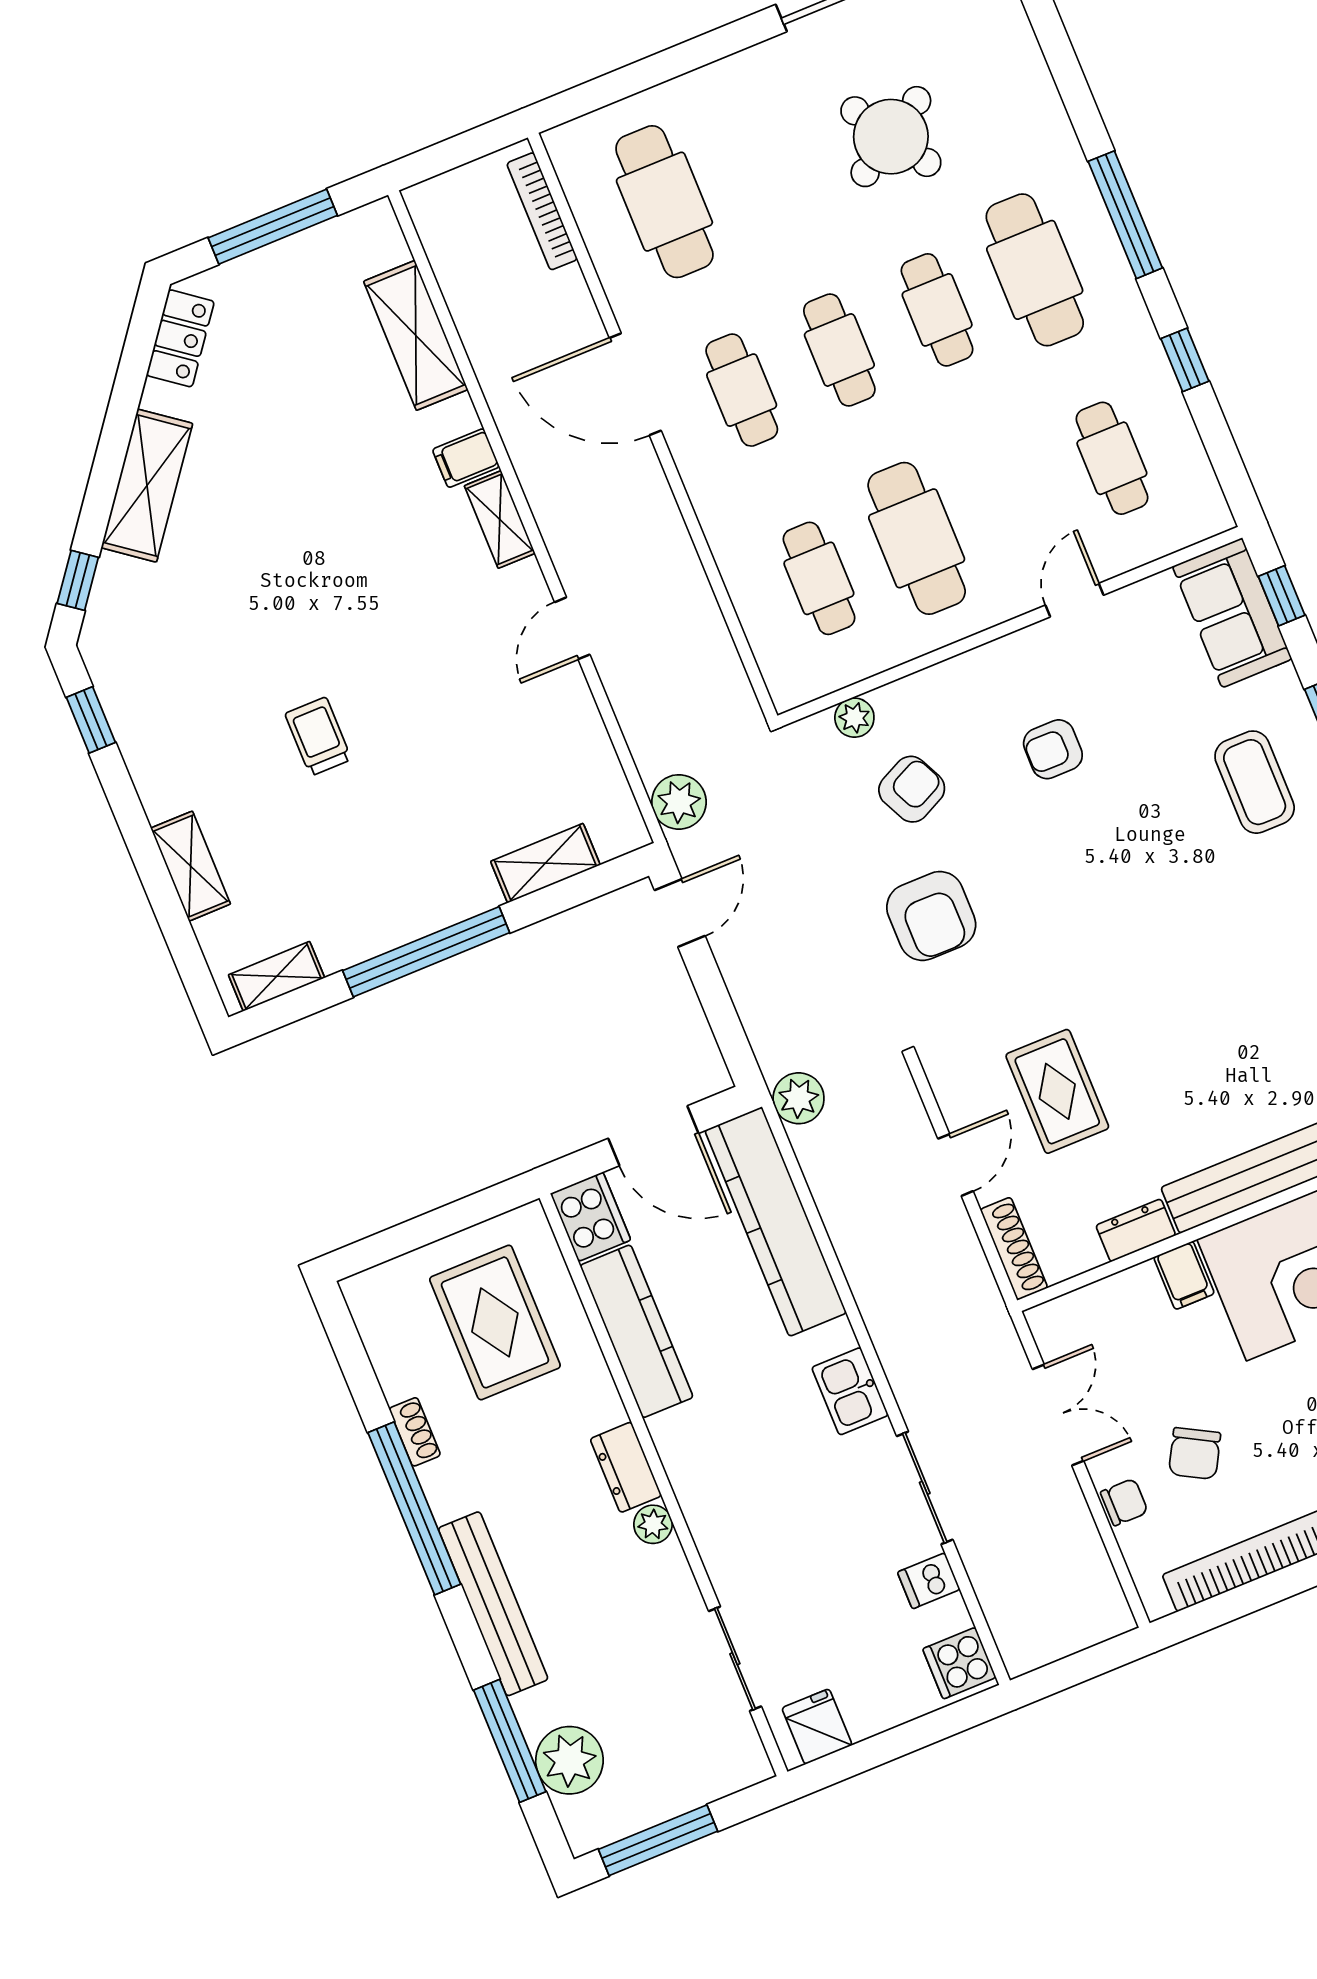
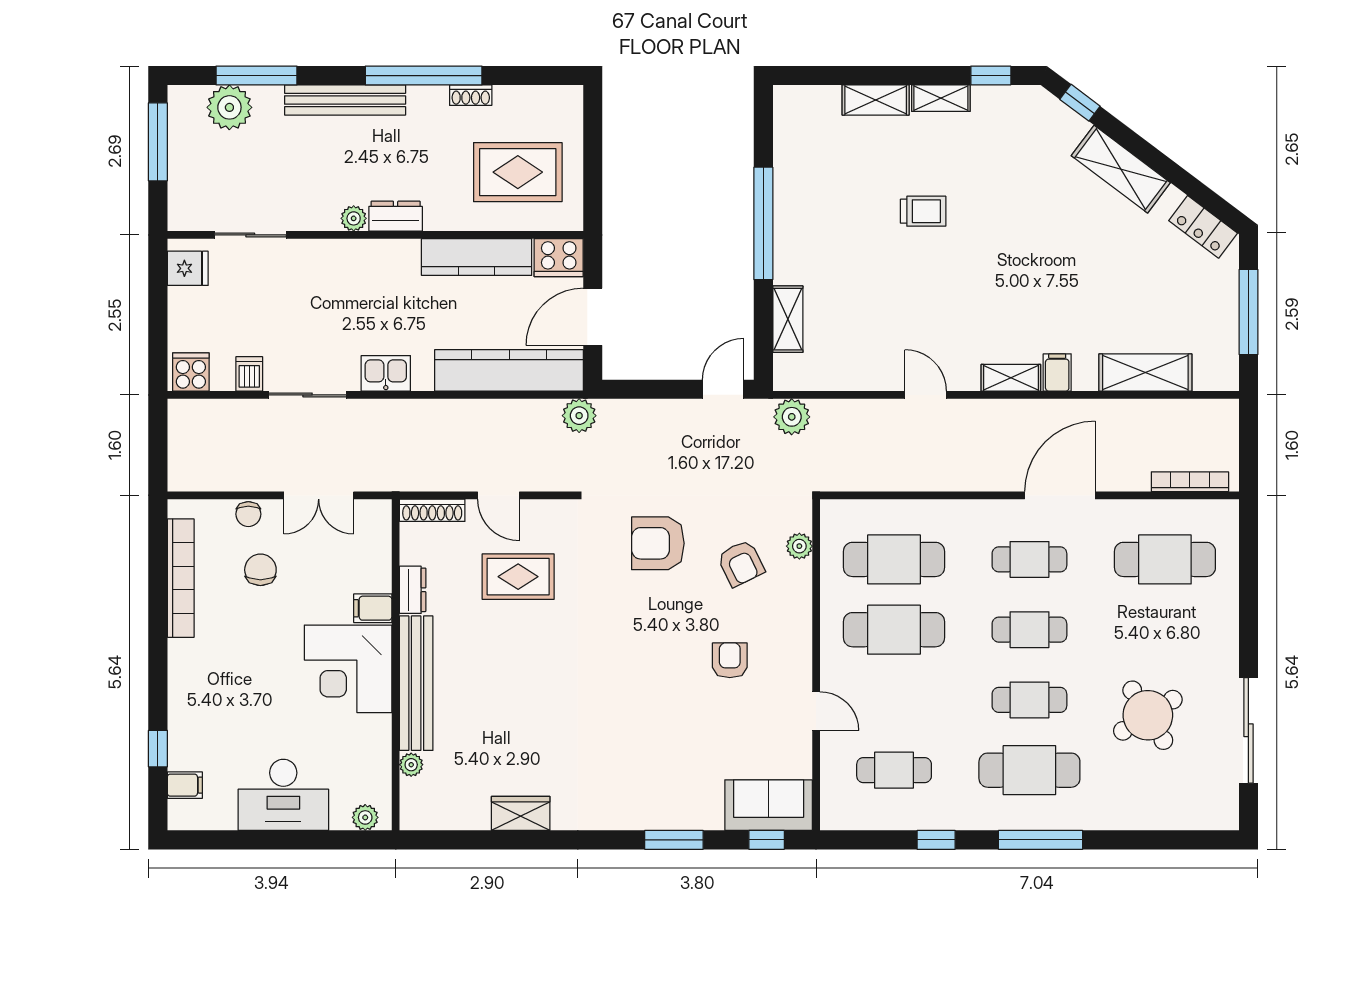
cafe table: (819, 578) -> (894, 559), width x1.37, depth x1.35
coffee table: (1255, 782) -> (659, 776), removed
door: (680, 913) -> (723, 389), swing flipped
shelving: (277, 976) -> (941, 98), moved, turned 90
chair: (1195, 1453) -> (260, 570), turned 61

